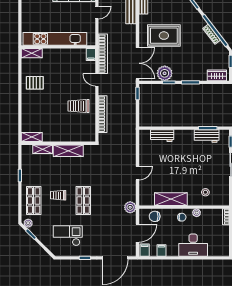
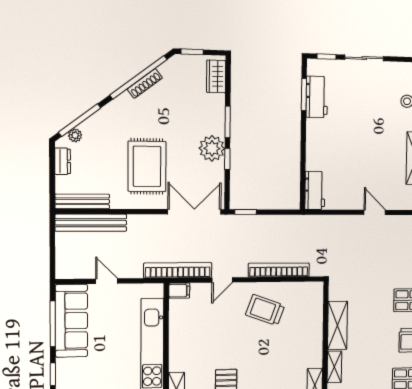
plant: (165, 73) -> (212, 148), moved
trolley: (78, 106) -> (265, 310), turned 110
workbench: (162, 136) -> (315, 190), moved

